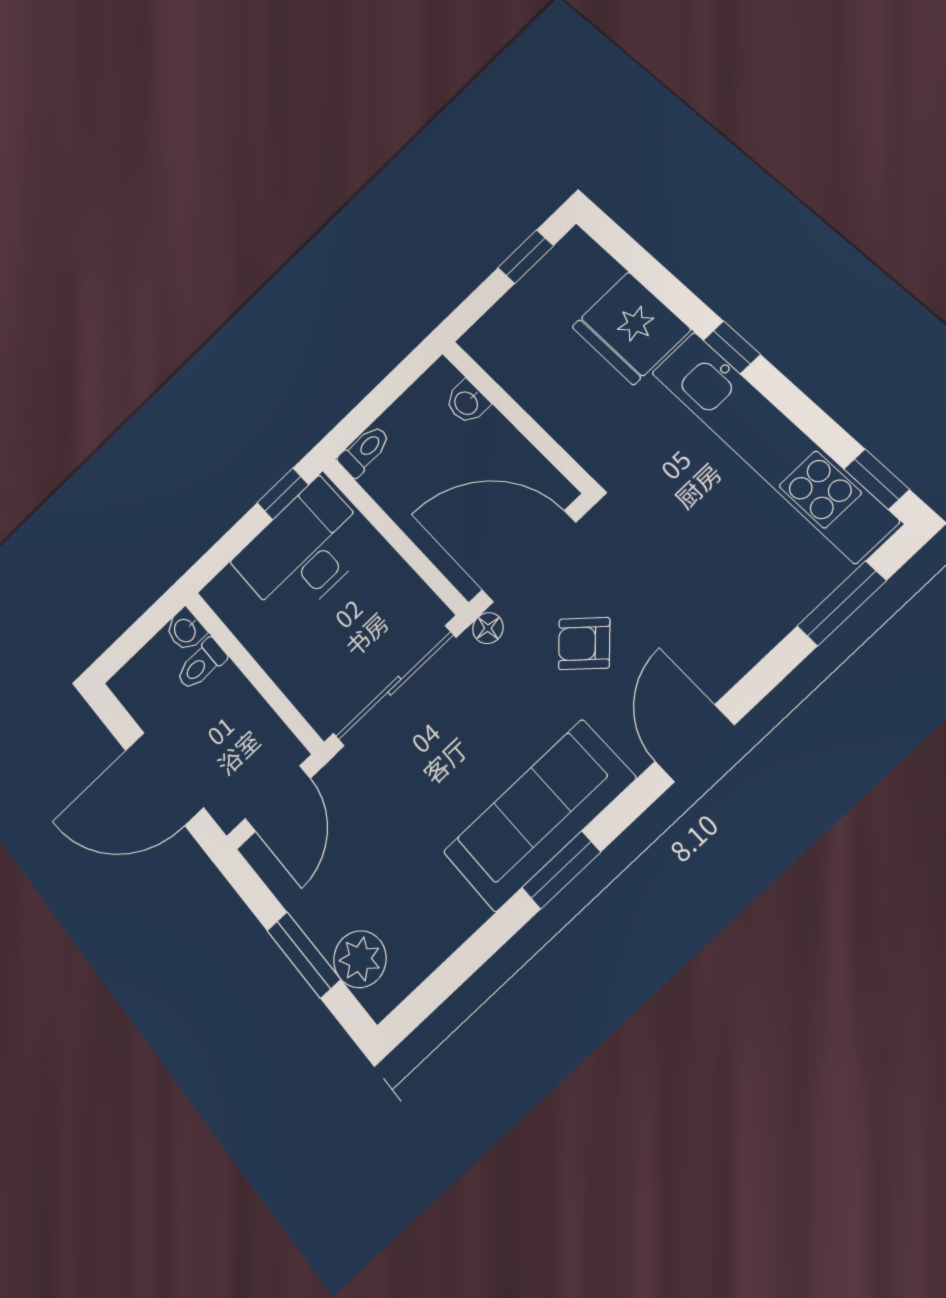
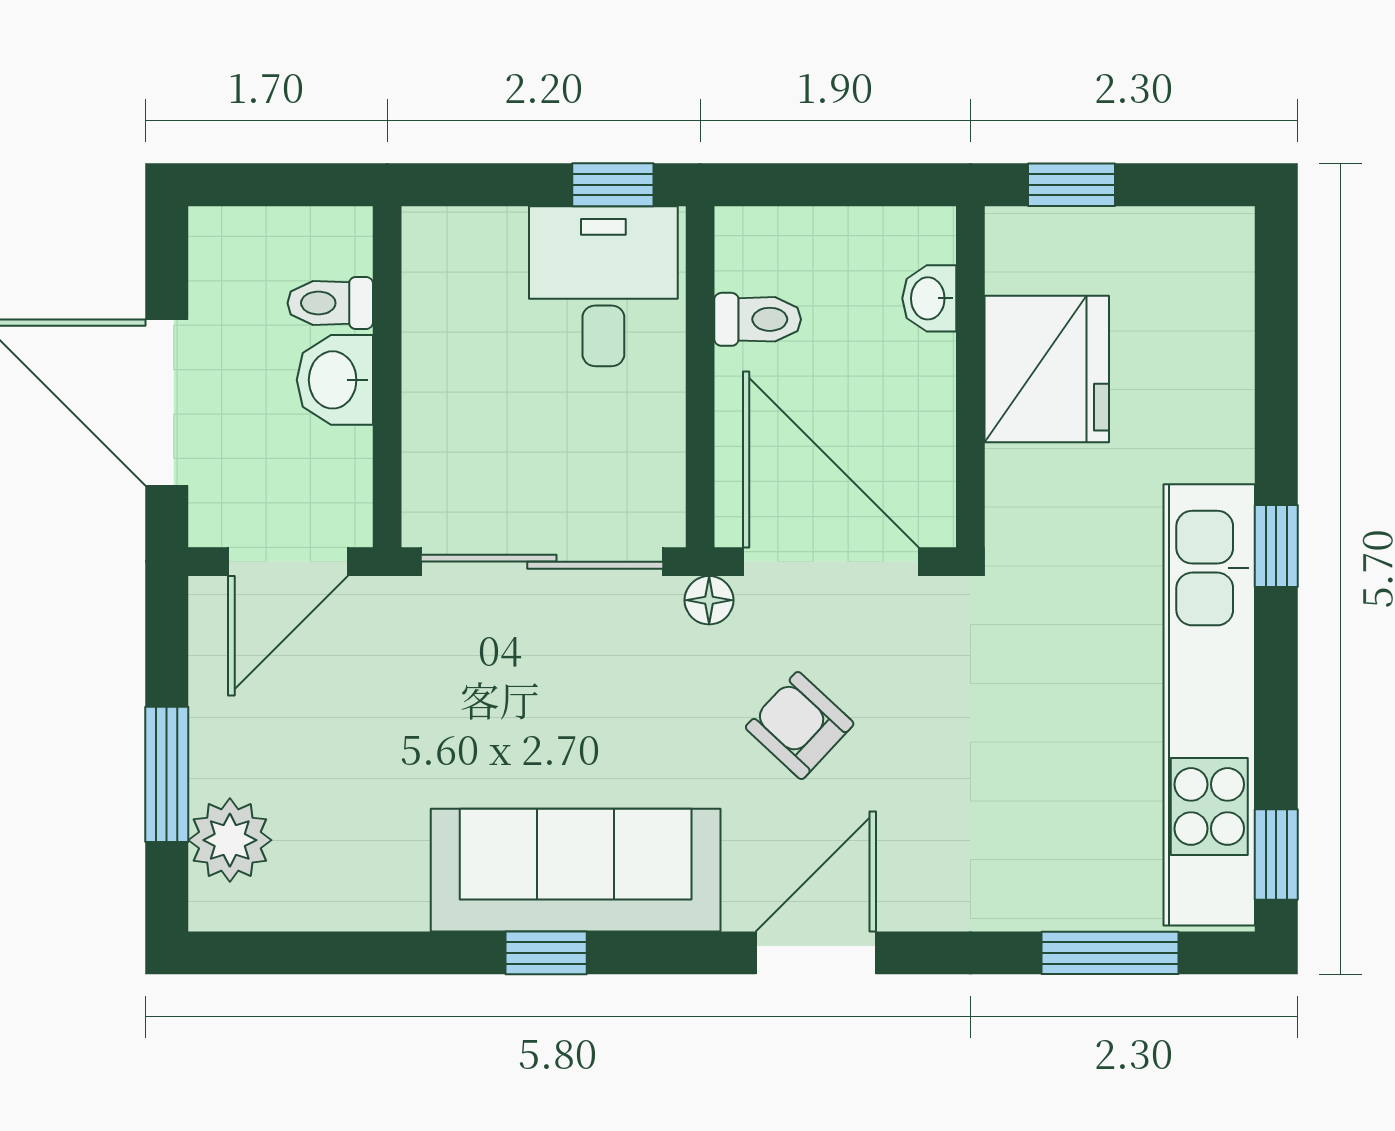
window: (526, 257) -> (1072, 185), moved
fridge: (631, 328) -> (1047, 369), moved, turned 180
toilet: (364, 451) -> (758, 319), moved
desk: (304, 551) -> (603, 286), width x0.73
washbasin: (185, 630) -> (335, 380), moved, width x1.38, depth x1.45
window: (561, 870) -> (546, 953), width x0.67

